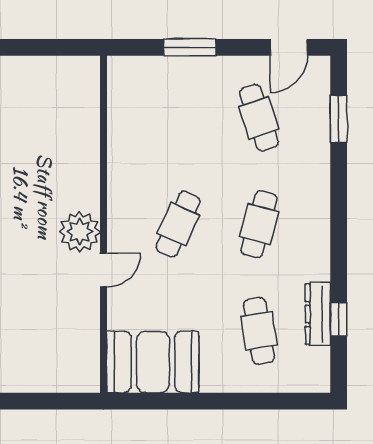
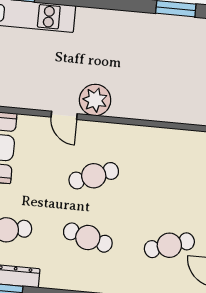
cafe table: (178, 224) -> (94, 176), turned -45

